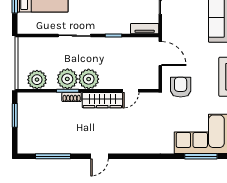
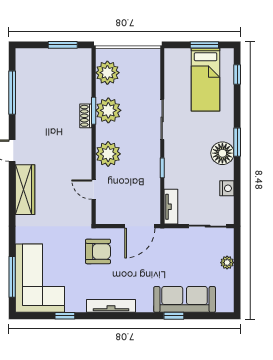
plant: (89, 79) -> (108, 154), moved
wardrobe: (102, 100) -> (25, 190), moved, turned 180

